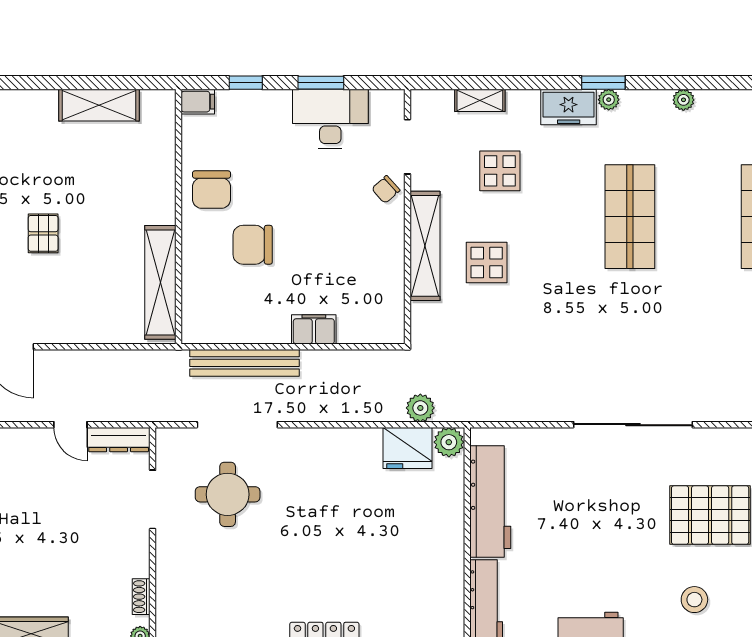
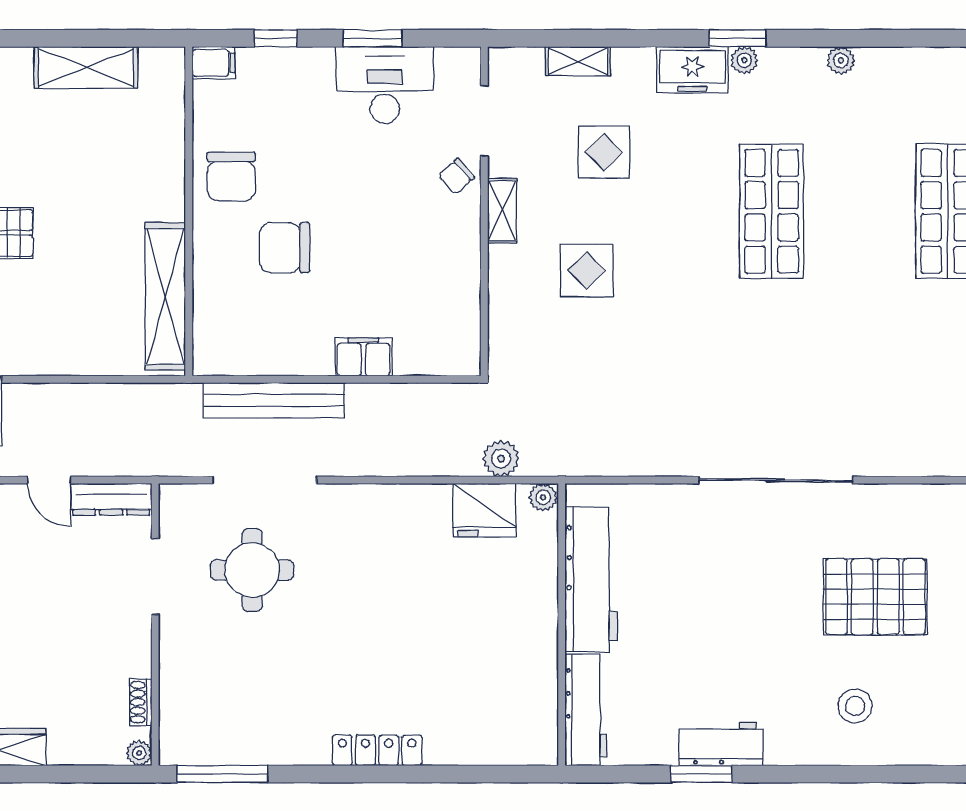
shelving: (425, 246) -> (502, 211), width x0.45, depth x0.75
plant: (449, 442) -> (543, 497), width x0.73, depth x0.73

